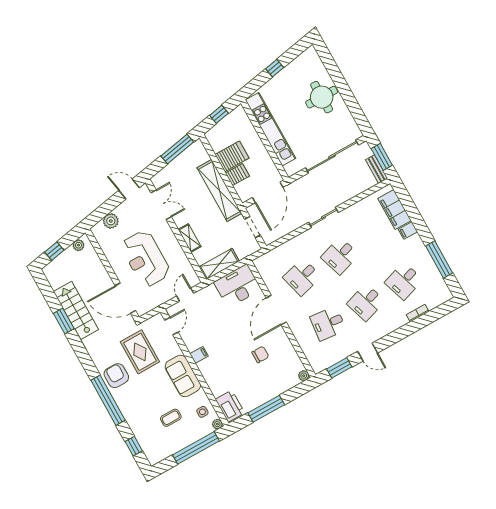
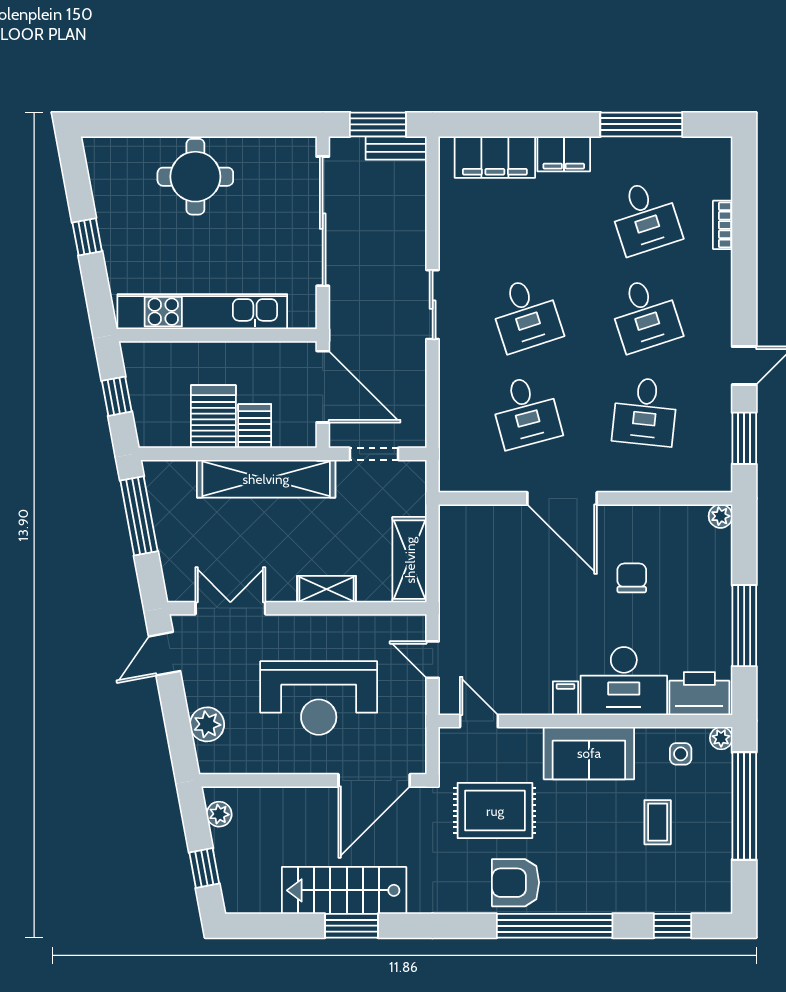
filing cabinet: (408, 231) -> (564, 154), width x2.00
desk: (237, 286) -> (624, 681), moved, turned -90

